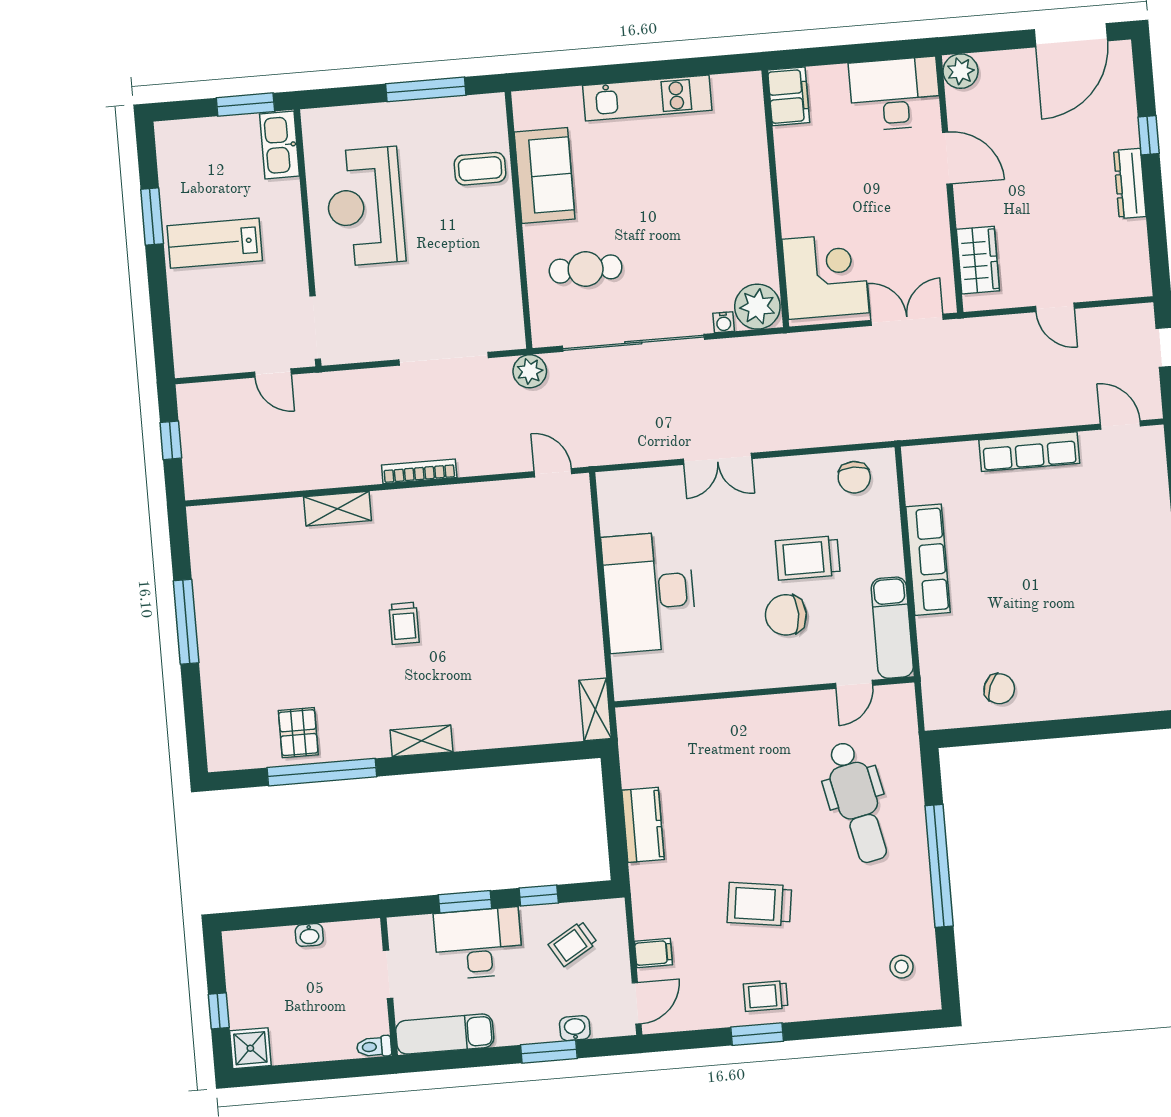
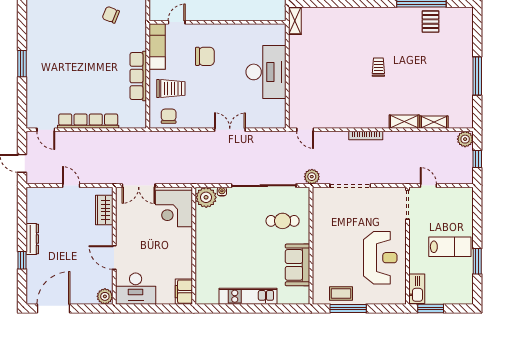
coffee table: (480, 169) -> (341, 293), moved
row of seats: (1029, 452) -> (88, 121), width x1.36
plant: (201, 482) -> (465, 139), added
trolley: (808, 558) -> (171, 88), moved
shelving: (421, 741) -> (434, 122), moved

